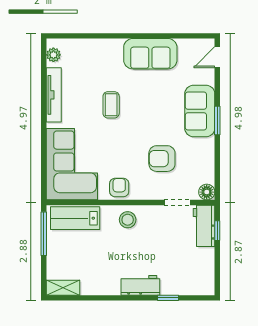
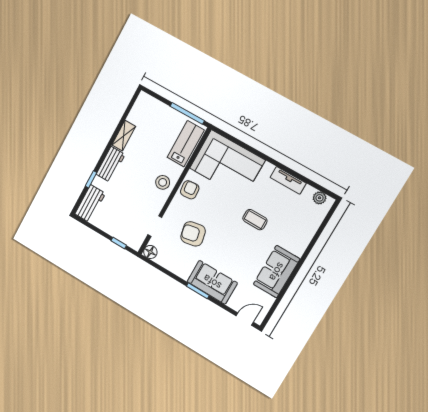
door: (217, 57) -> (245, 319), hinge flipped
tv unit: (54, 95) -> (288, 180), width x0.71
armchair: (162, 159) -> (193, 234), turned -101
armchair: (119, 187) -> (190, 190), turned -95
workbench: (204, 226) -> (90, 204), moved, turned 90
shelving: (63, 288) -> (124, 136), moved

